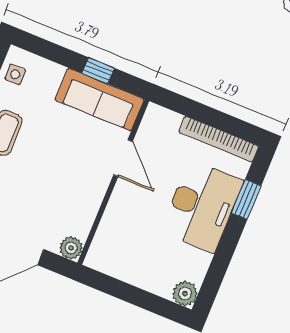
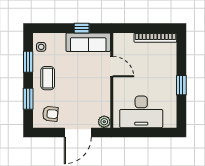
window: (246, 199) -> (181, 85), moved
desk: (202, 206) -> (141, 112), moved, turned 90
plant: (185, 294) -> (170, 121), removed

